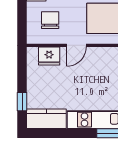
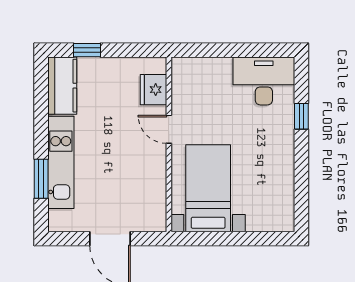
chair: (50, 20) -> (206, 91), removed

